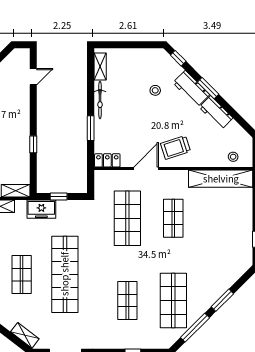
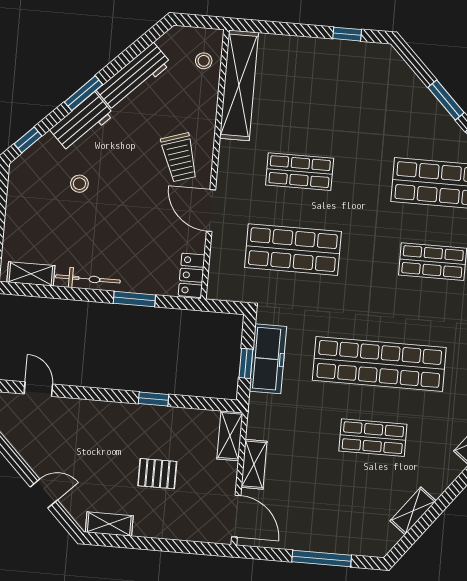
workbench: (216, 113) -> (134, 77), width x1.38
freezer: (41, 209) -> (268, 359), moved, width x1.40

